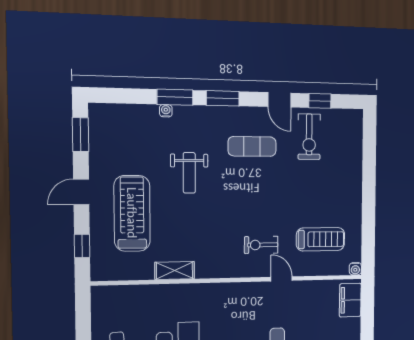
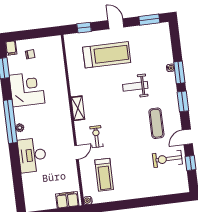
shelving: (175, 270) -> (78, 108), moved

